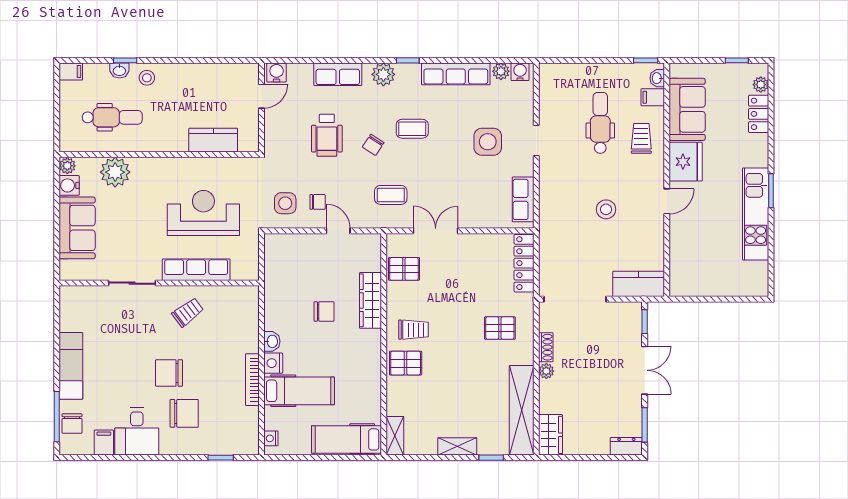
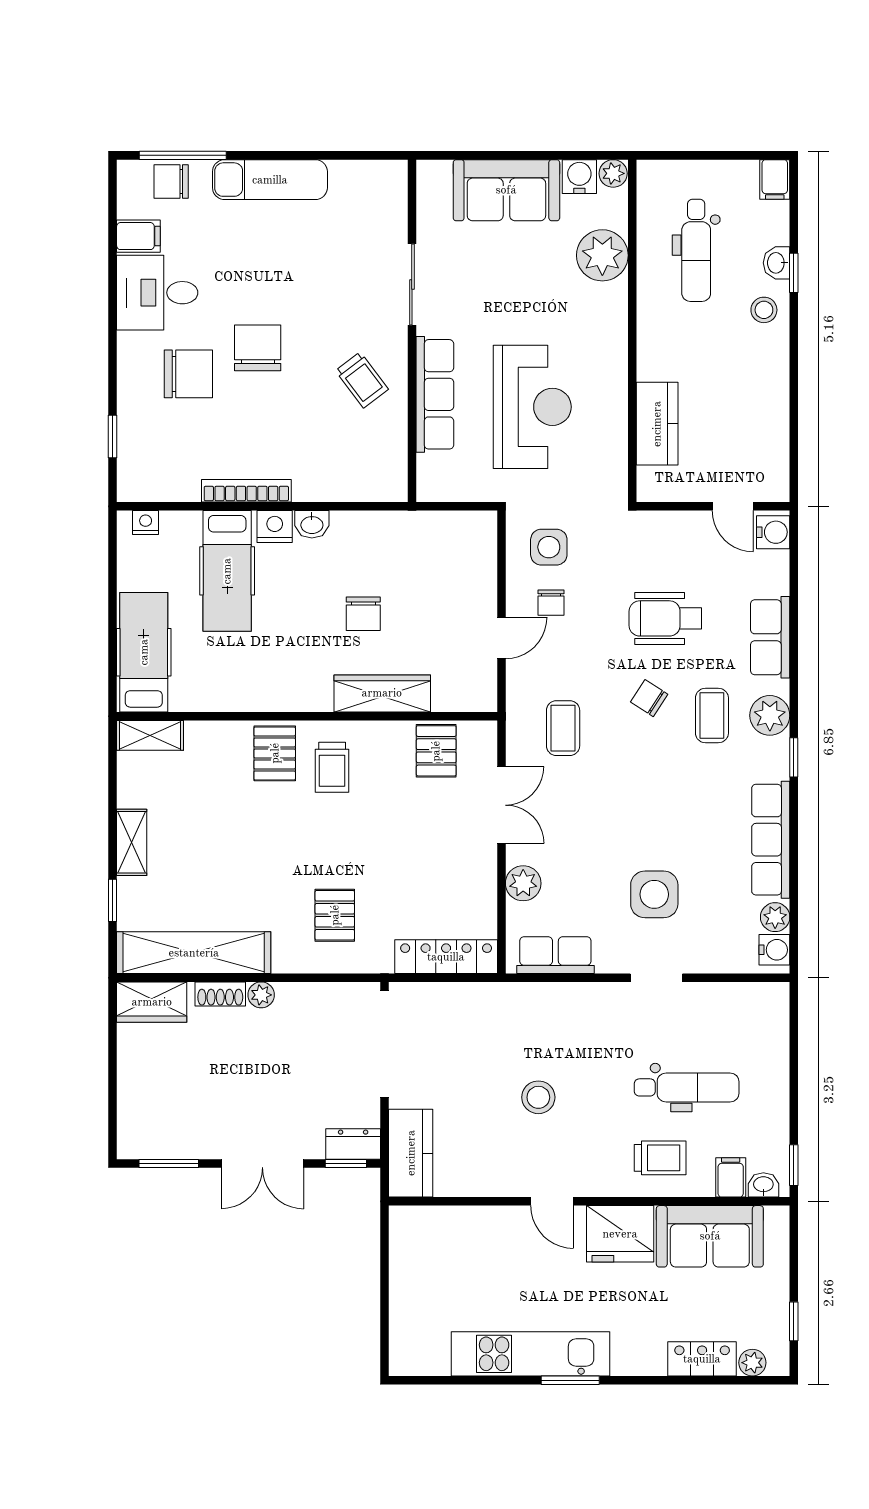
coffee table: (412, 129) -> (712, 715), moved
plant: (481, 218) -> (523, 883), added
shoe rack: (546, 347) -> (220, 994), moved
chair: (184, 413) -> (188, 374), turned -90
dresser: (626, 446) -> (353, 1144), moved, turned -90

